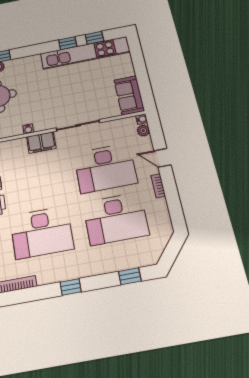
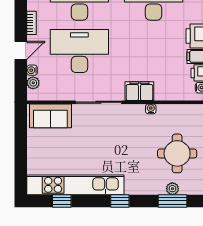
window: (68, 43) -> (120, 201), moved
sofa: (129, 95) -> (50, 116), moved, turned 90
water cooler: (142, 119) -> (32, 70), moved
door: (162, 158) -> (21, 50), hinge flipped

